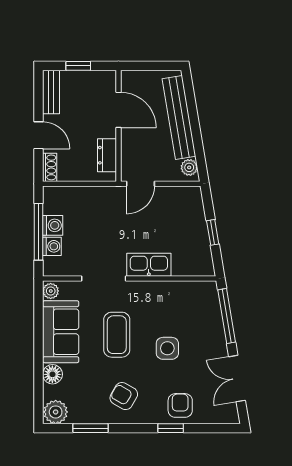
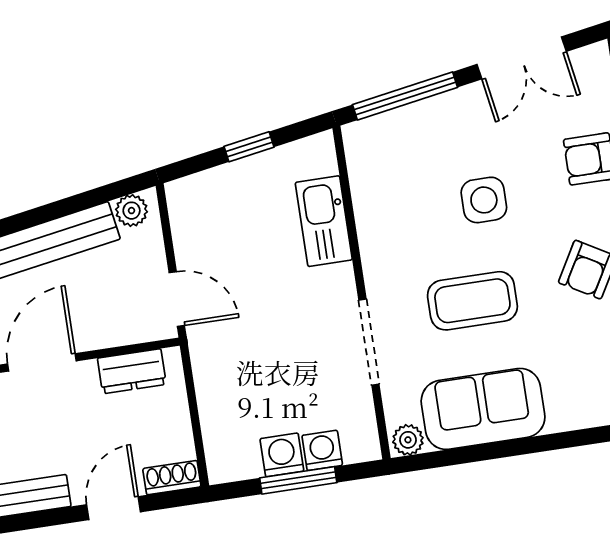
window: (39, 232) -> (298, 480), width x0.69
kitchen sink: (149, 265) -> (324, 221), moved
floor lamp: (52, 374) -> (567, 412), removed

